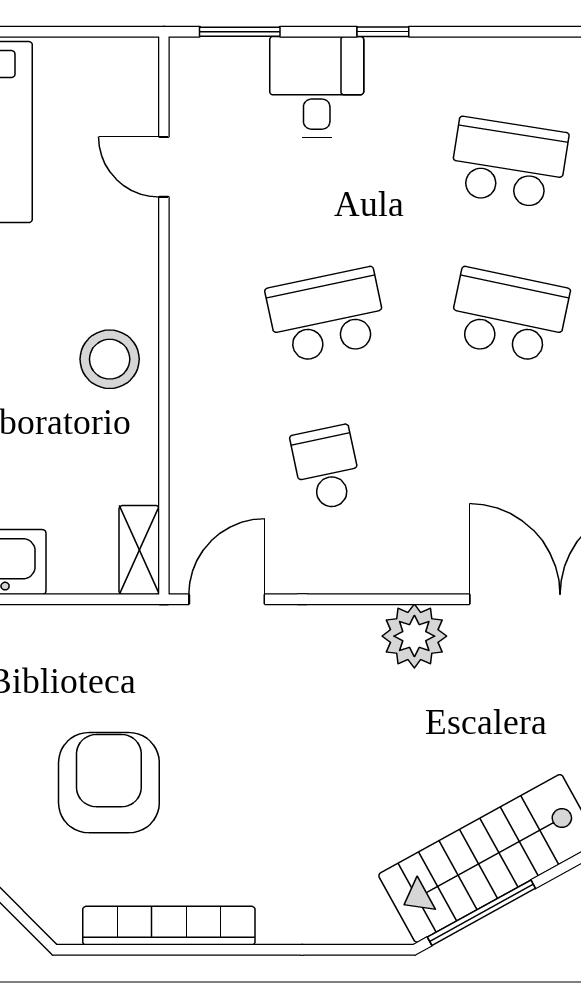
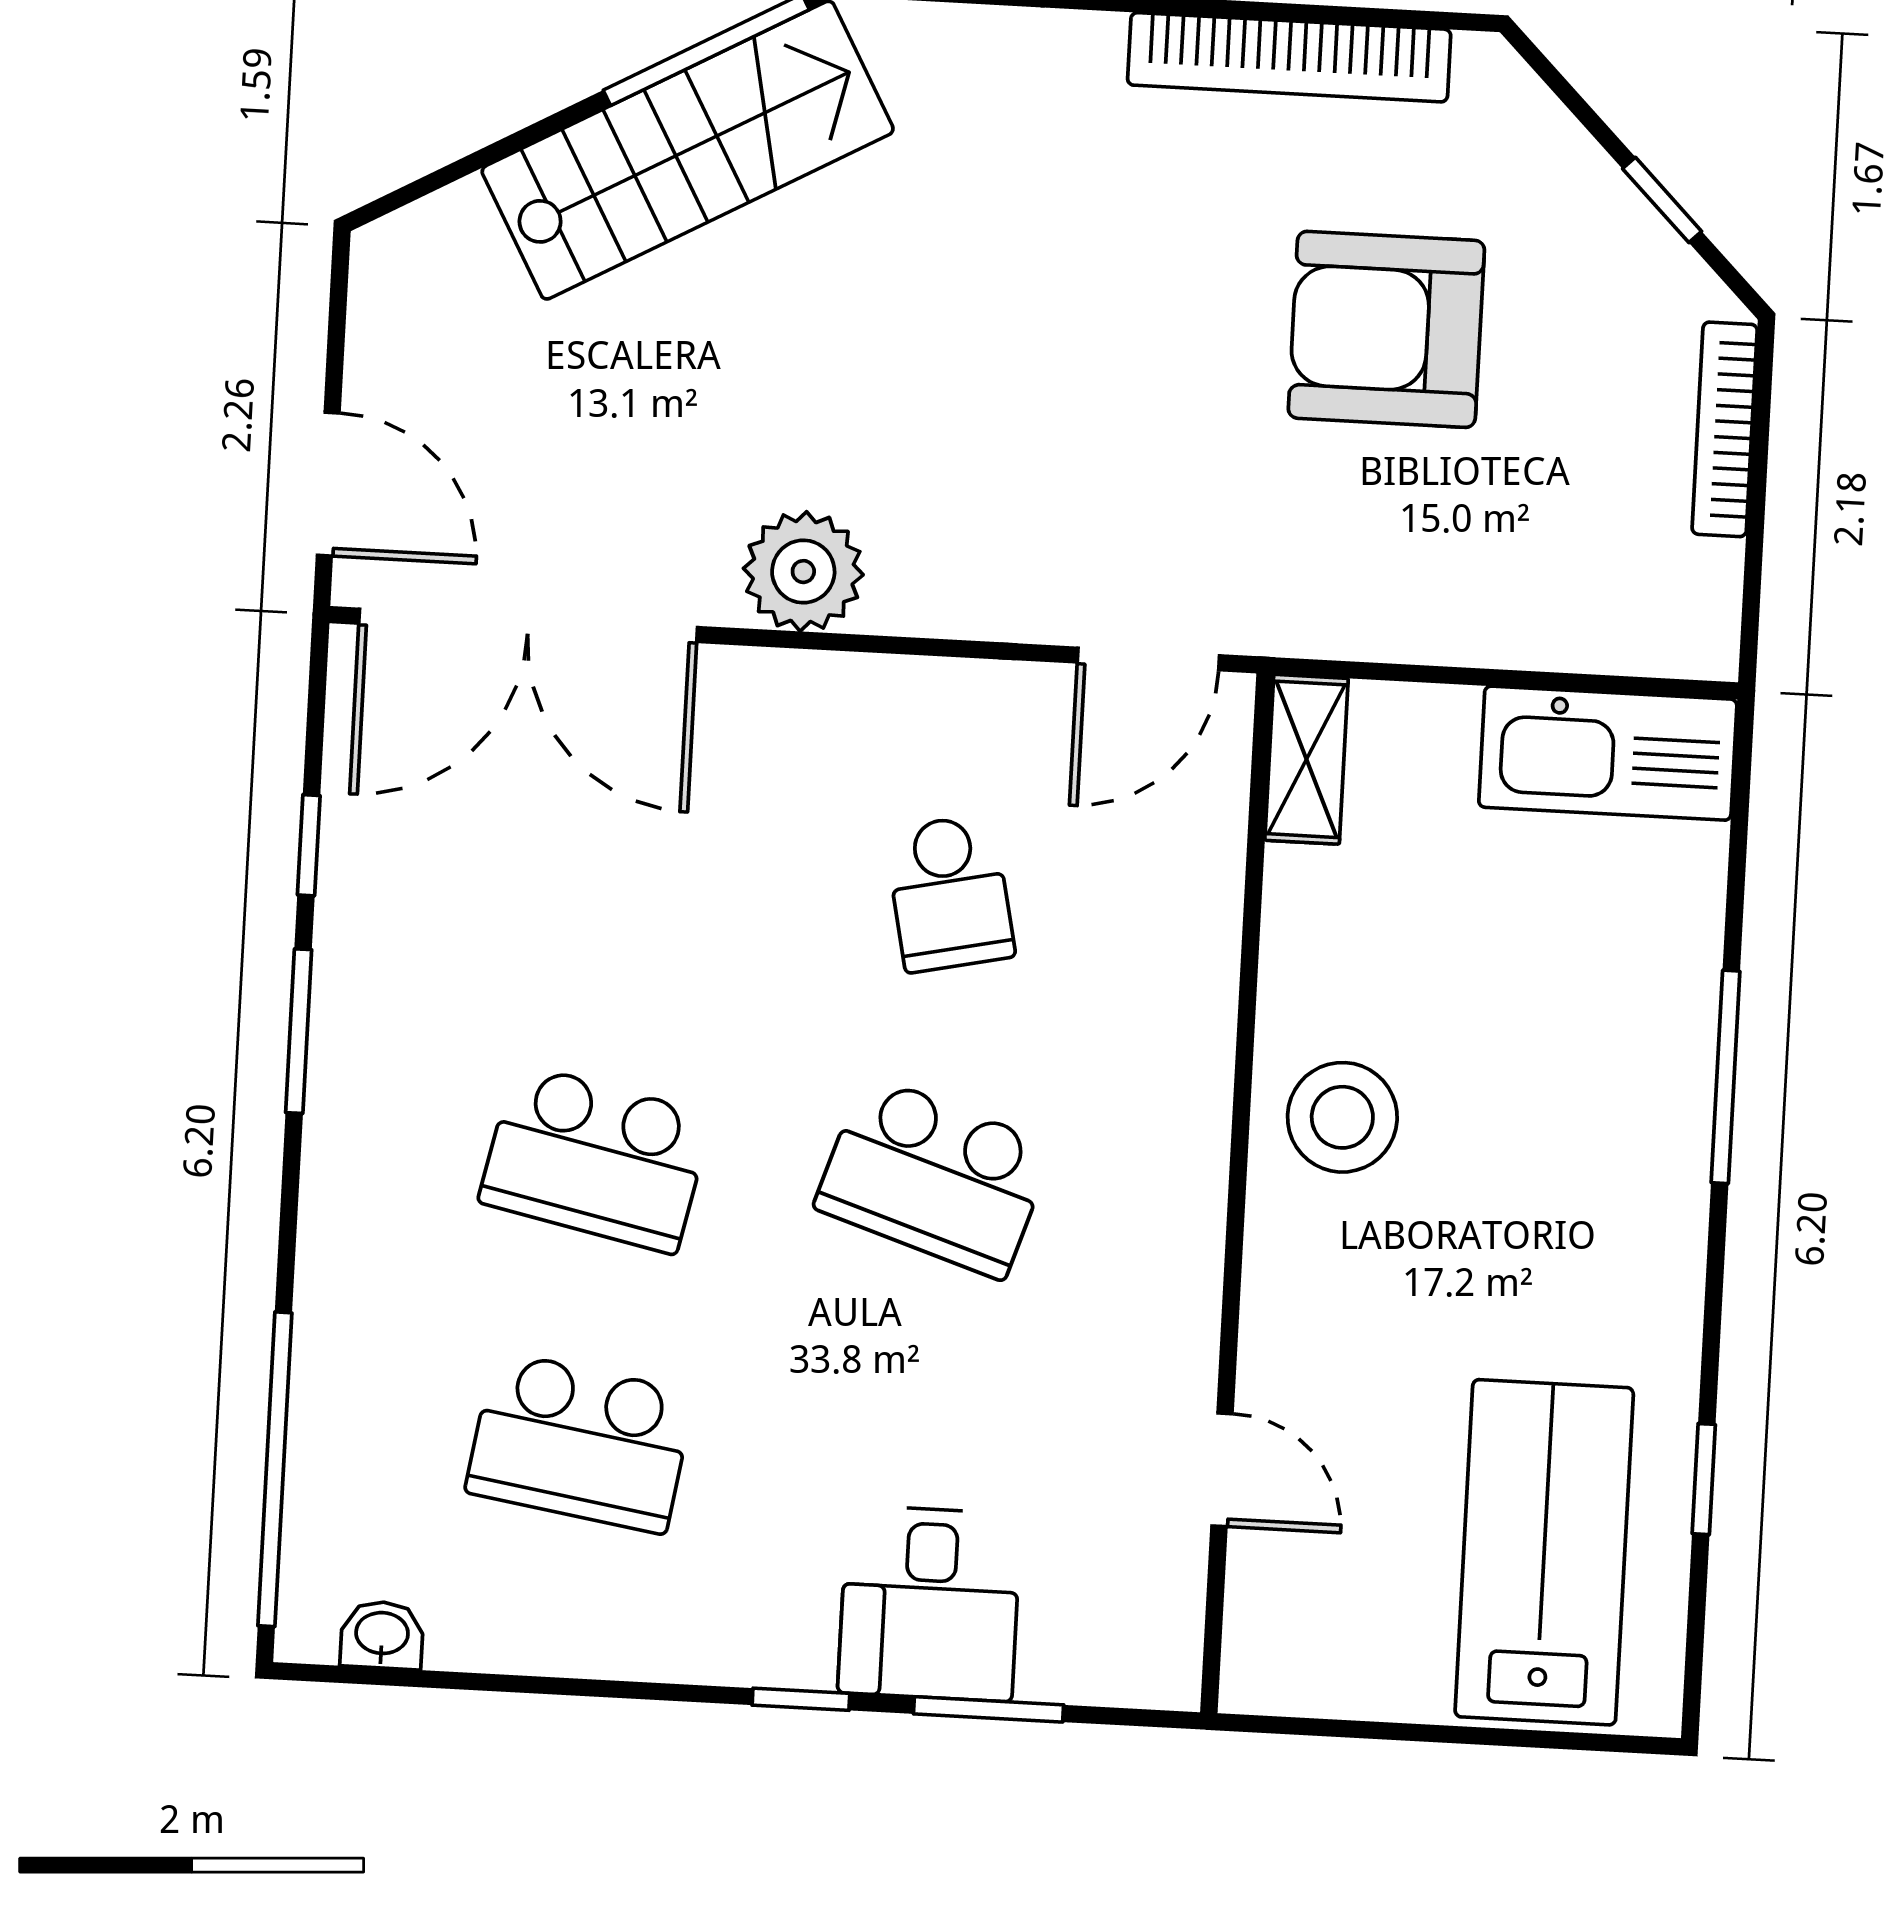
window: (240, 32) -> (989, 1709), moved
school desk: (327, 315) -> (934, 1177), turned 30
armchair: (109, 783) -> (1386, 329), turned 90

